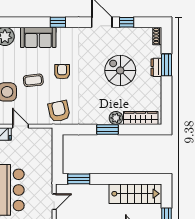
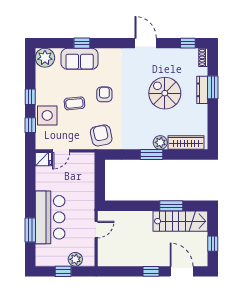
window: (58, 22) -> (82, 43), moved
window: (127, 22) -> (188, 43), moved
dresser: (156, 67) -> (202, 90), width x1.44
door: (20, 126) -> (61, 151), swing flipped
window: (79, 179) -> (171, 206), moved

